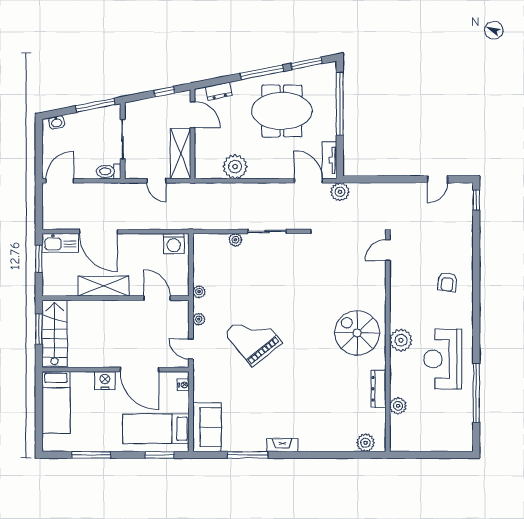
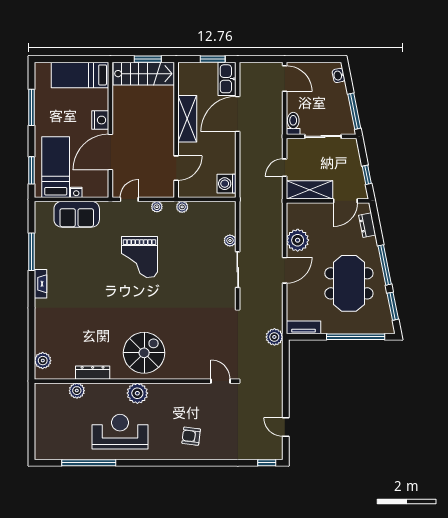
door: (308, 181) -> (285, 270), moved
grand piano: (253, 338) -> (139, 257), turned 129
nightstand: (183, 385) -> (76, 192), moved
sofa: (207, 427) -> (77, 214), moved

